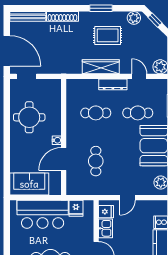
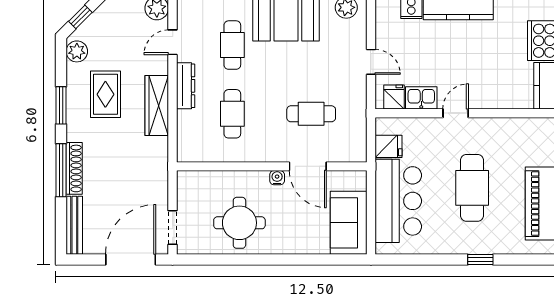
window: (61, 8) -> (61, 170), added

